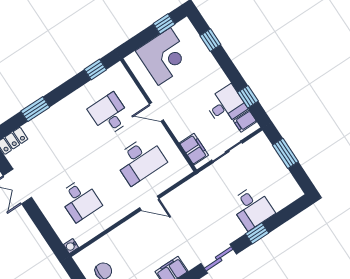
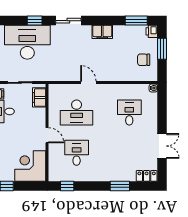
corner desk: (164, 56) -> (30, 166), moved
desk: (110, 114) -> (77, 153), turned 180
desk: (140, 160) -> (77, 113), turned 180
desk: (252, 208) -> (27, 42), width x1.87, depth x1.30

